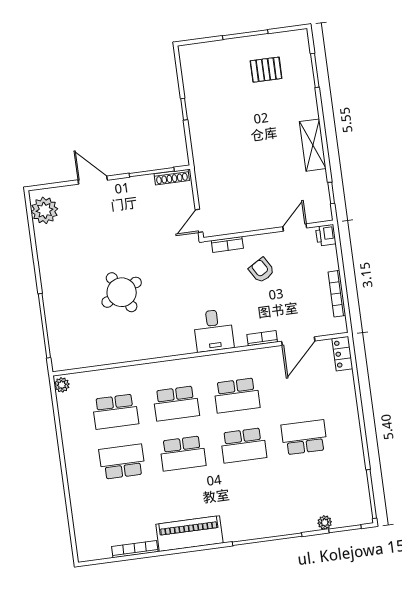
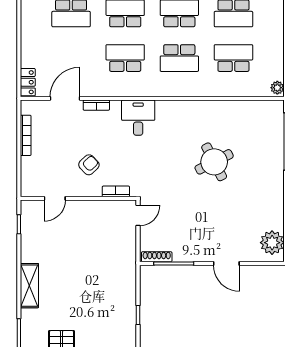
shelving: (313, 145) -> (29, 286), moved
printer: (326, 235) -> (29, 188), removed
armchair: (261, 270) -> (89, 165), turned -103
school desk: (176, 403) -> (179, 58), turned 180

